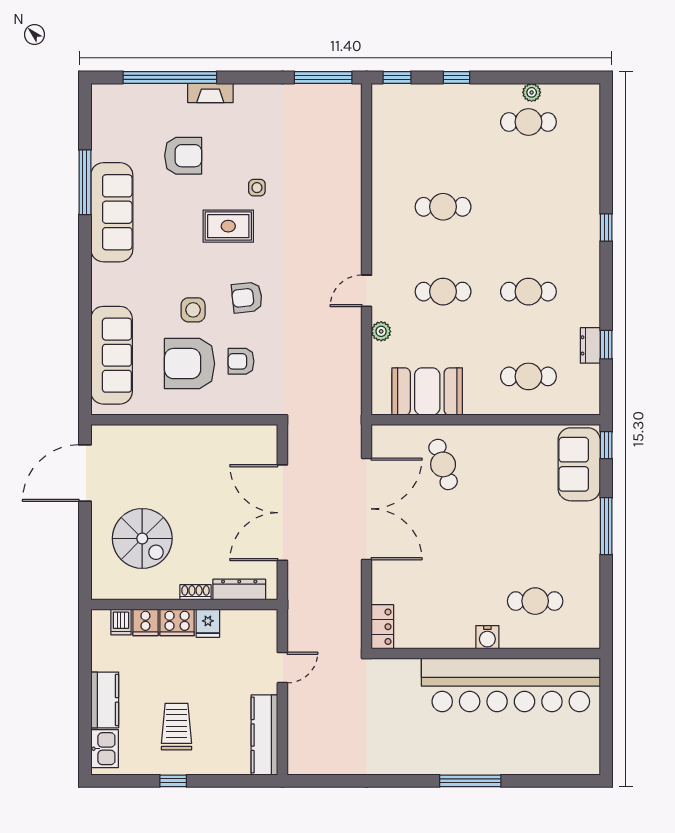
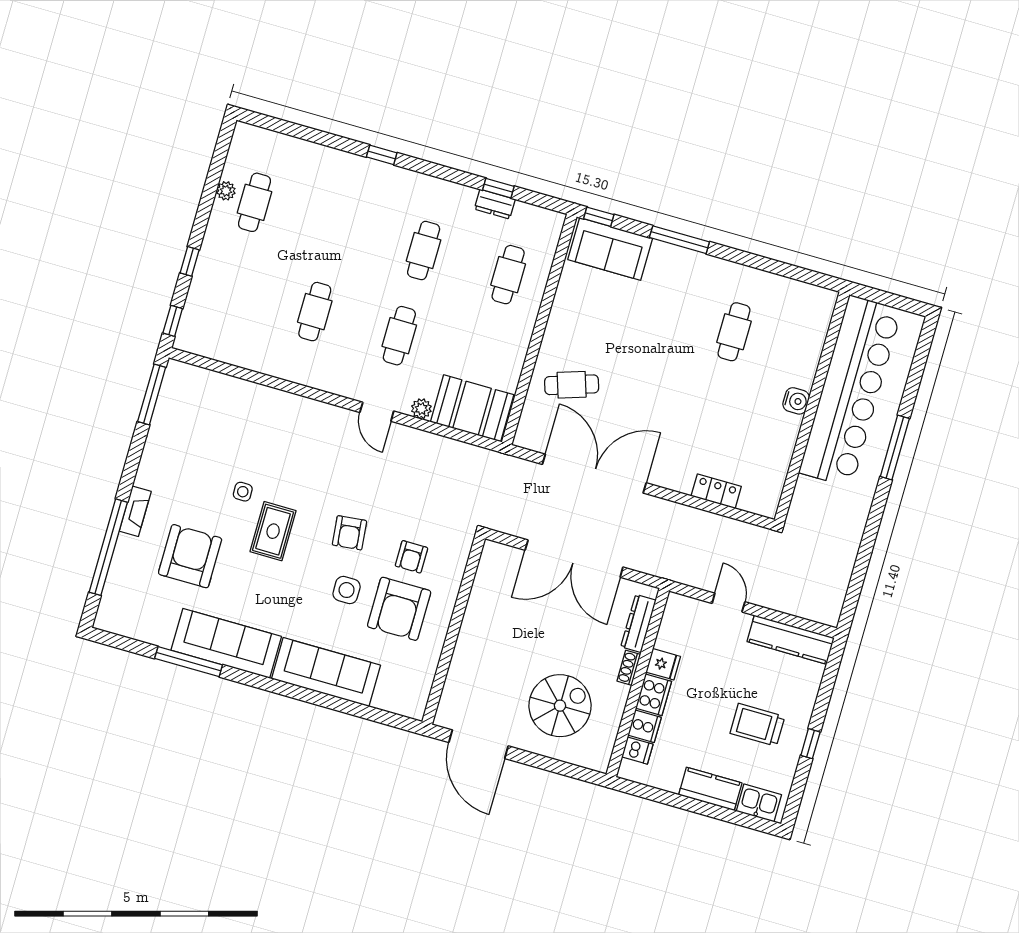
armchair: (183, 156) -> (190, 556), width x1.36, depth x1.36
sofa: (112, 355) -> (326, 672), moved
booth: (427, 391) -> (472, 408), moved, turned 90
water cooler: (487, 637) -> (796, 401), moved
wall: (486, 654) -> (812, 407), moved
bar counter: (511, 685) -> (850, 391), moved

